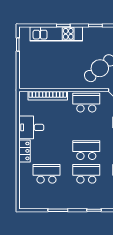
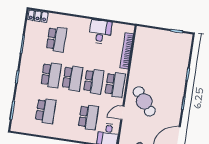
kitchen unit: (56, 34) -> (181, 67), removed
school desk: (86, 126) -> (94, 81), added
locker: (25, 151) -> (38, 16), moved

